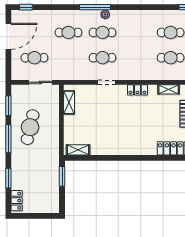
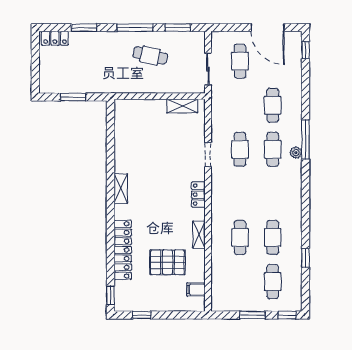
cafe table: (30, 127) -> (150, 56), width x0.73, depth x0.74
shelving: (78, 150) -> (121, 189), moved
window: (62, 176) -> (73, 97), moved

